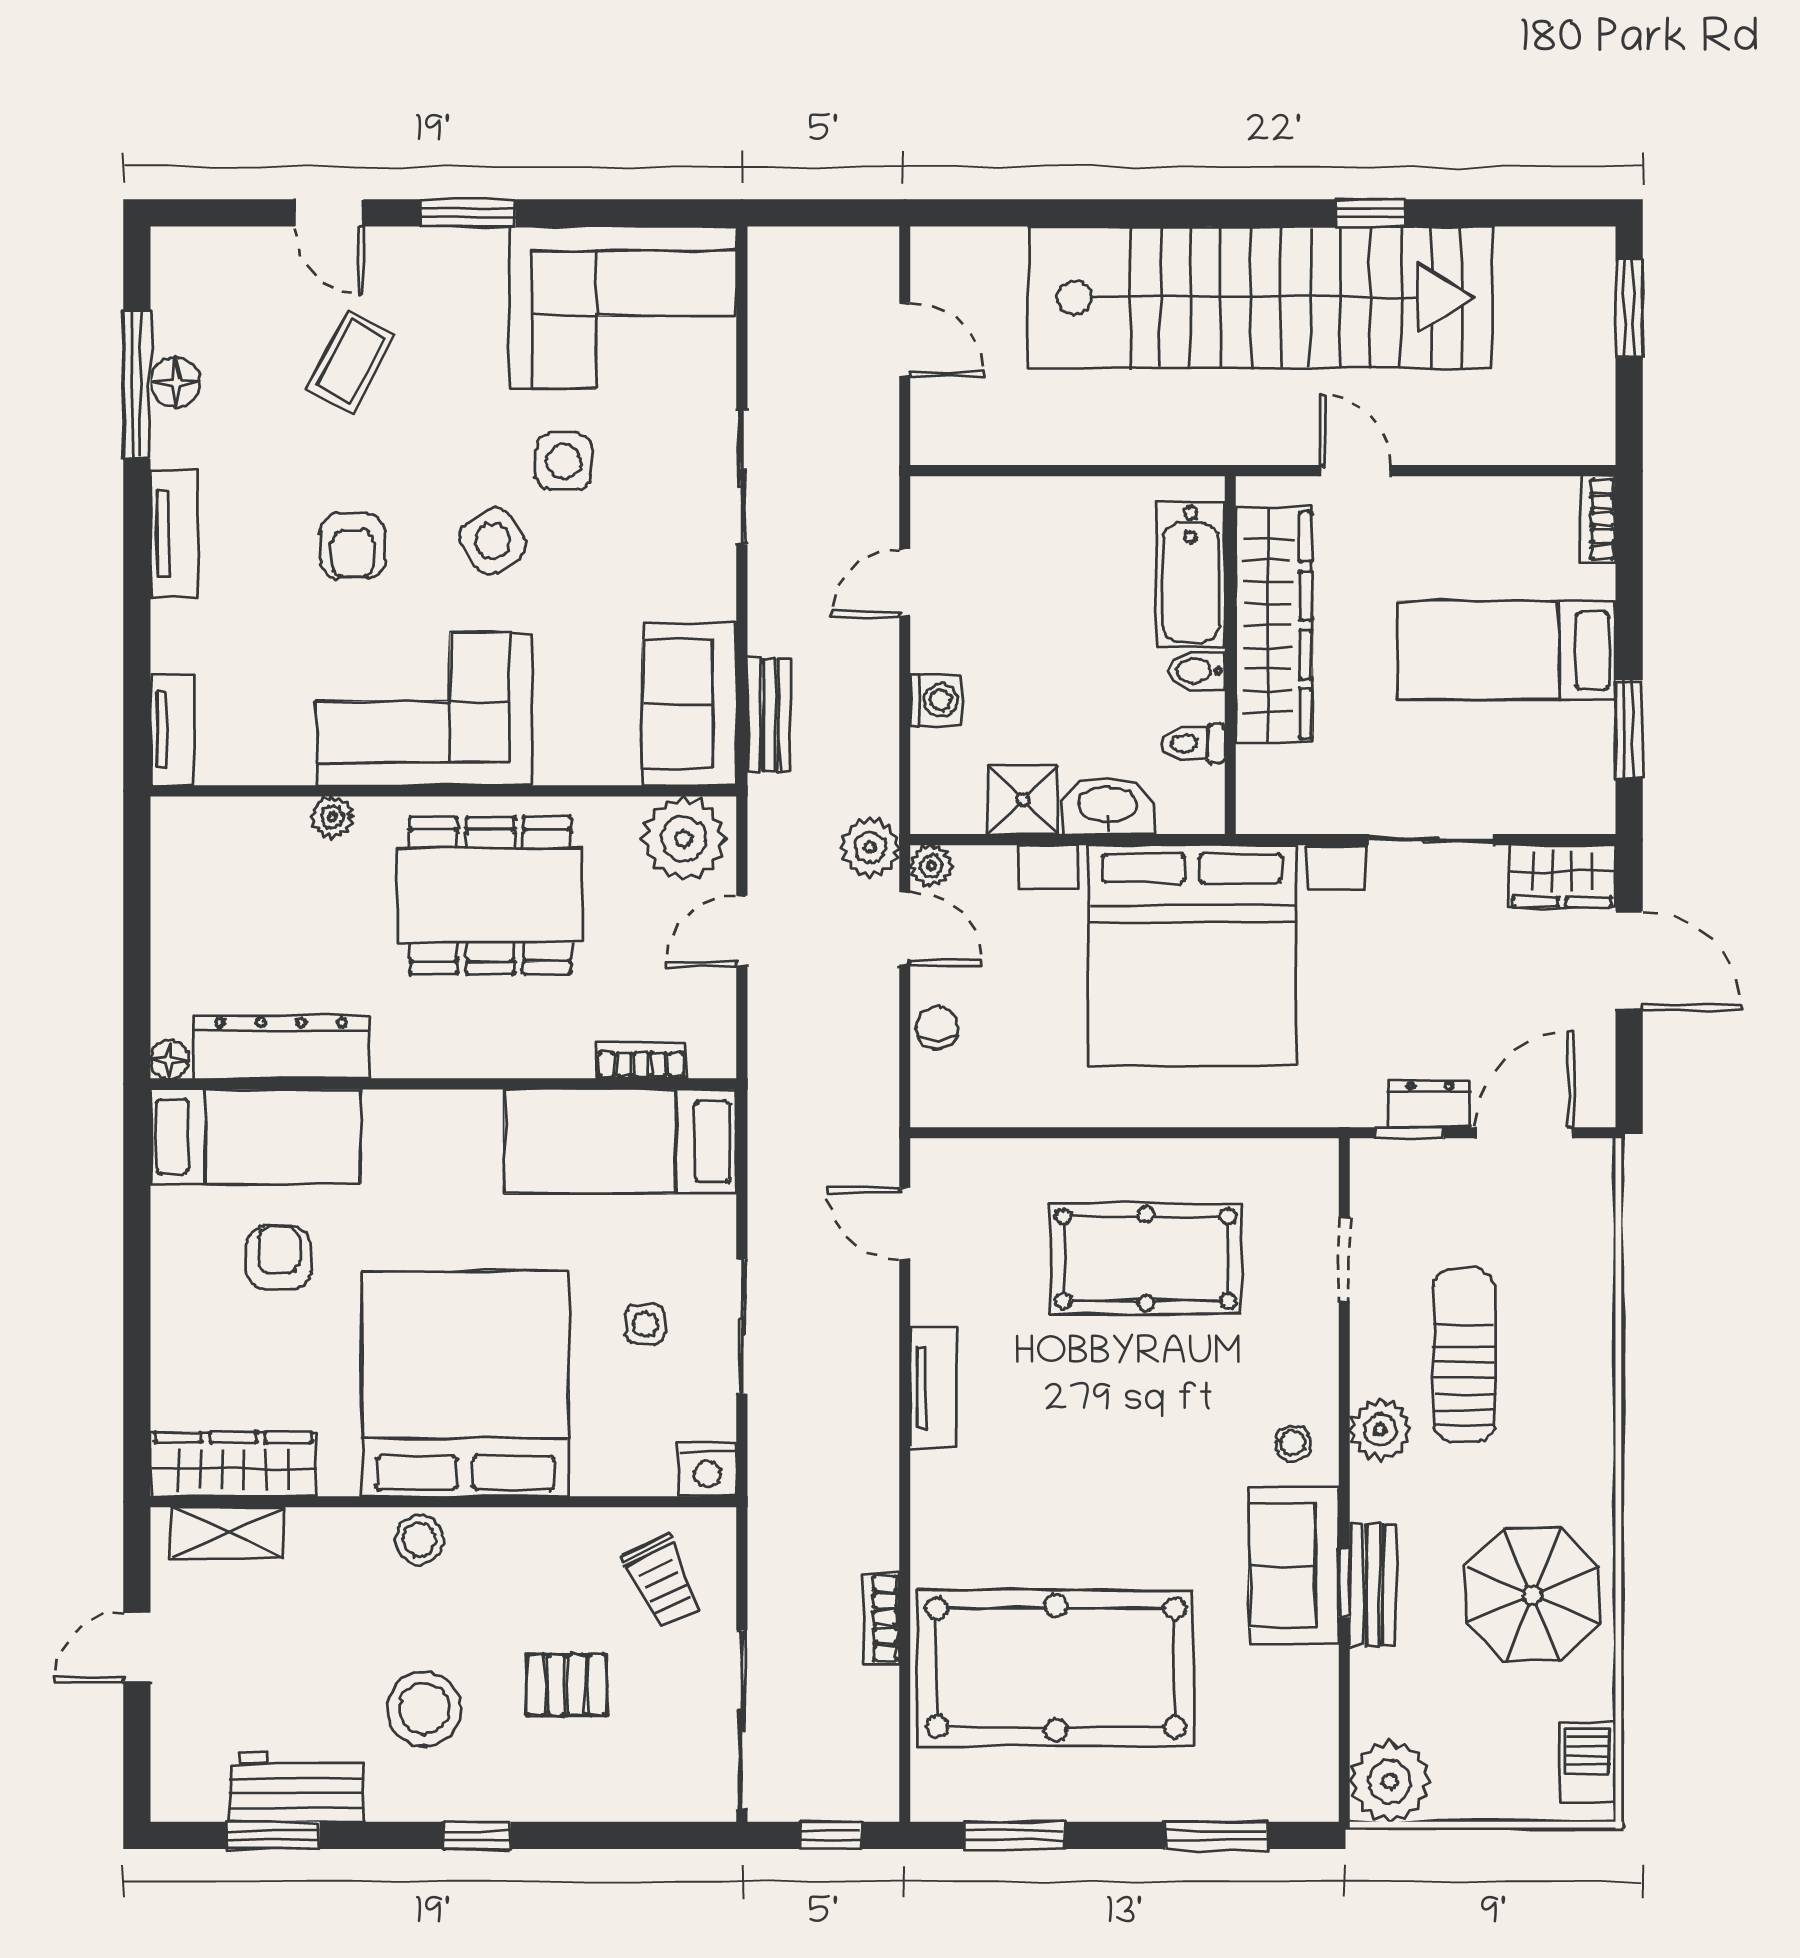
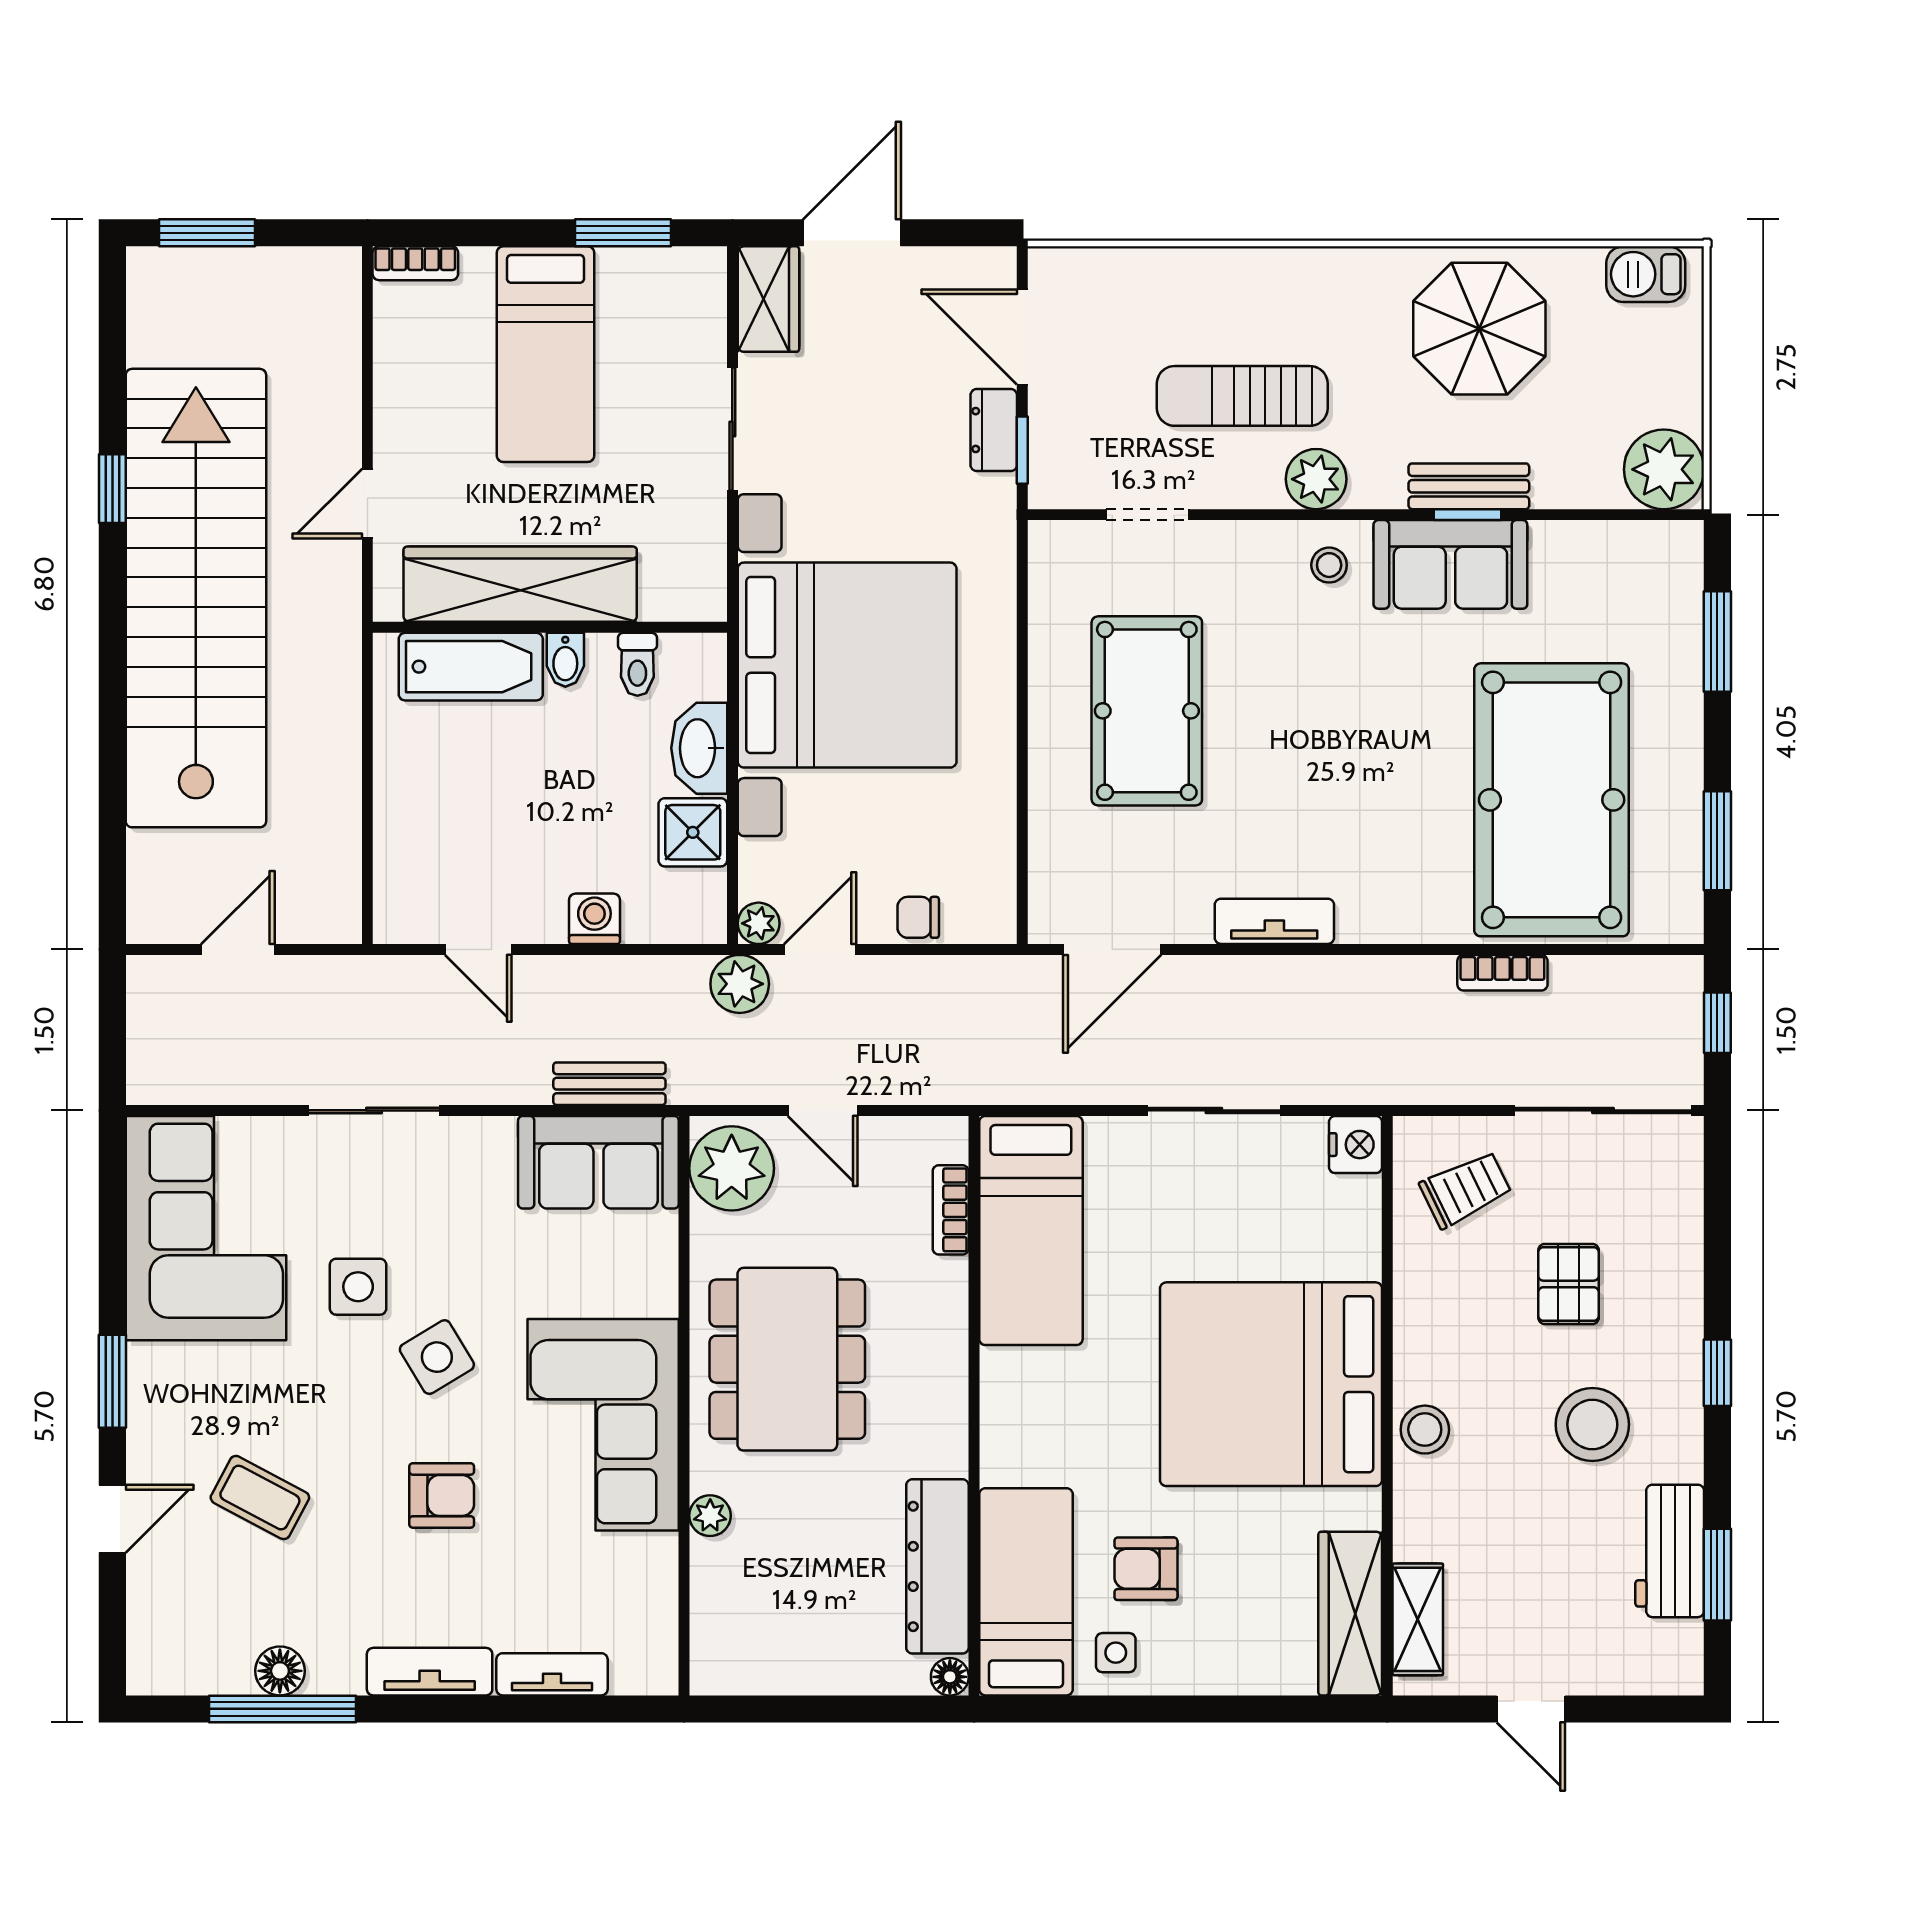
tv unit: (172, 729) -> (552, 1674), moved
door: (905, 1224) -> (1112, 949), width x1.38
side table: (645, 1324) -> (1116, 1653), moved

